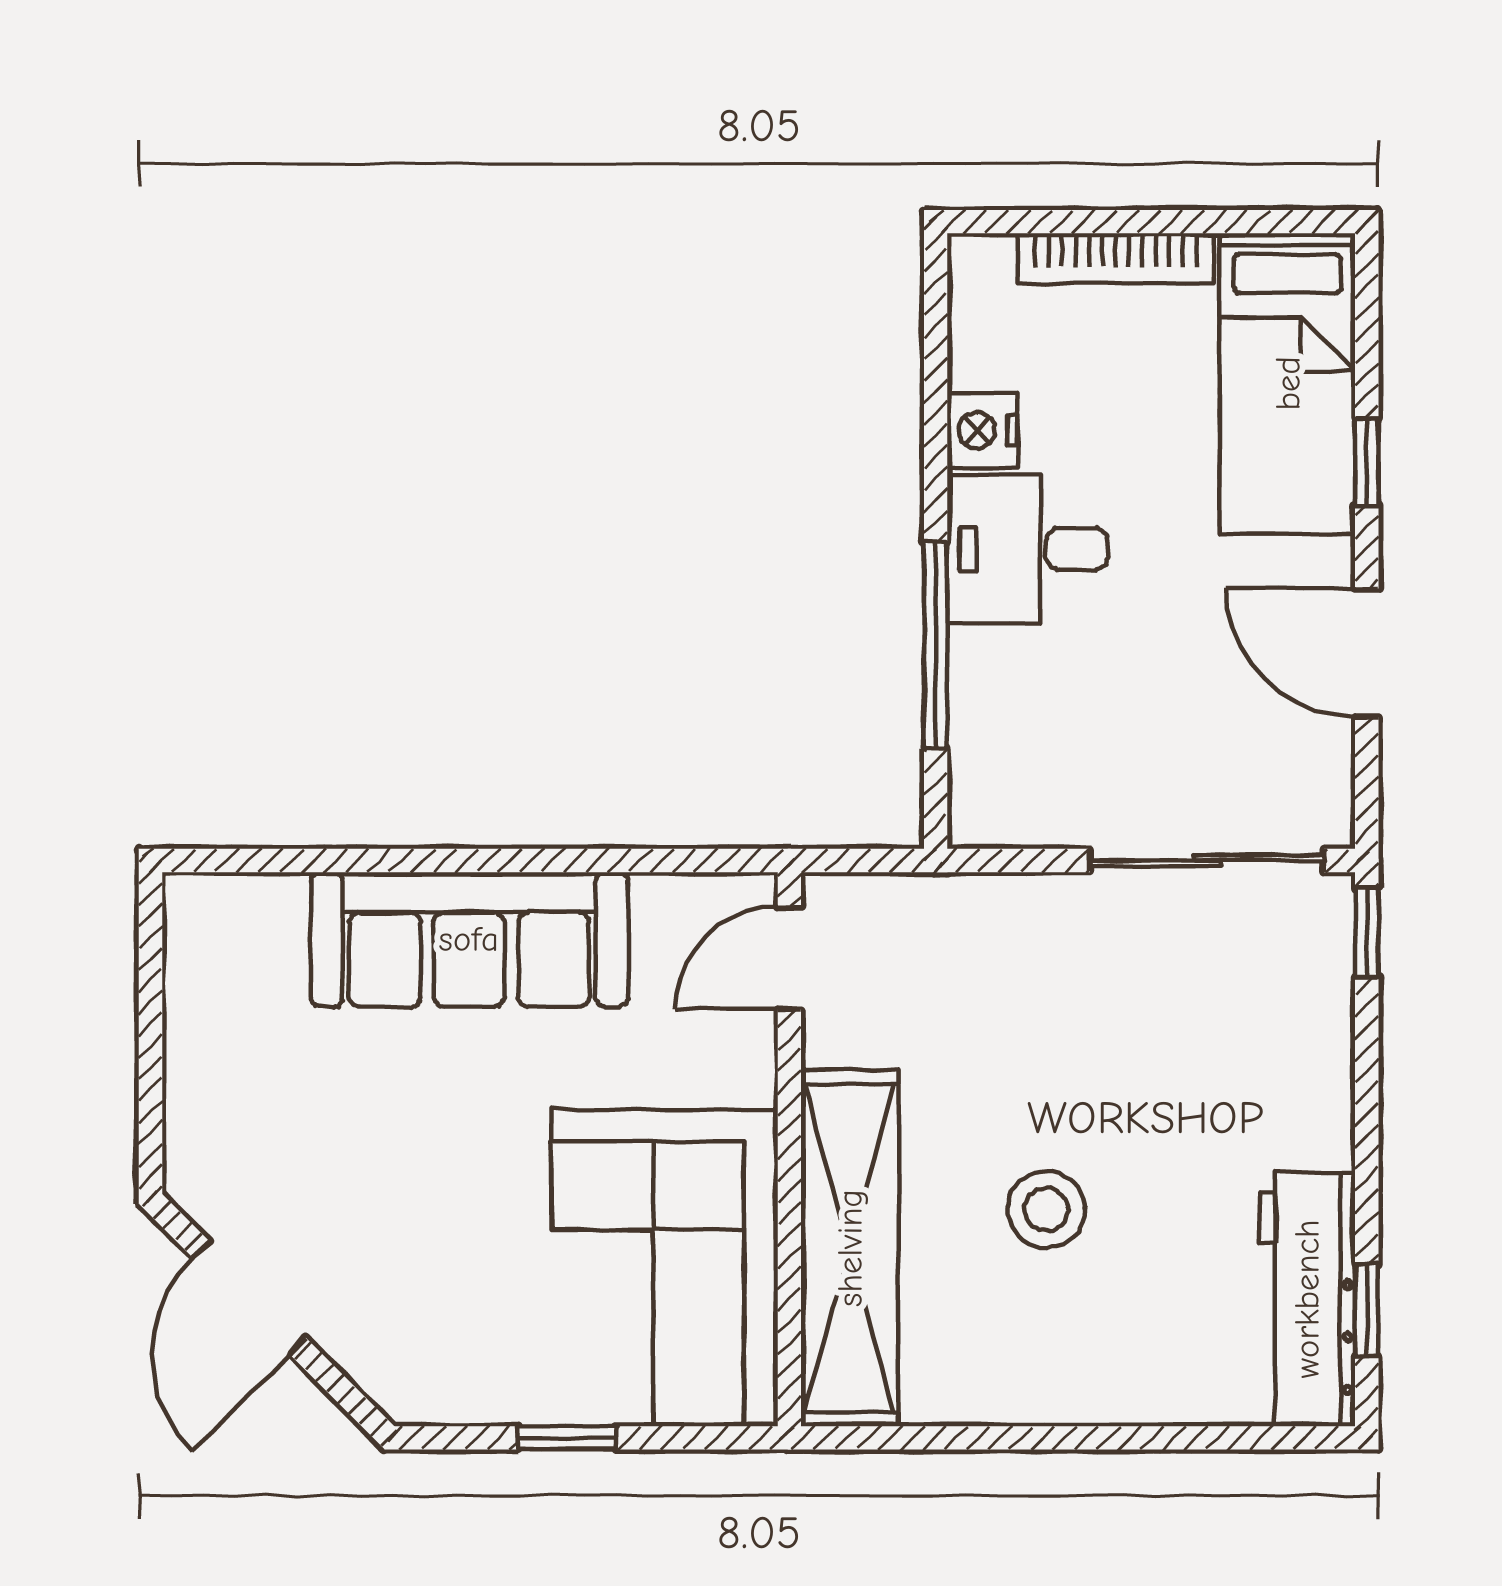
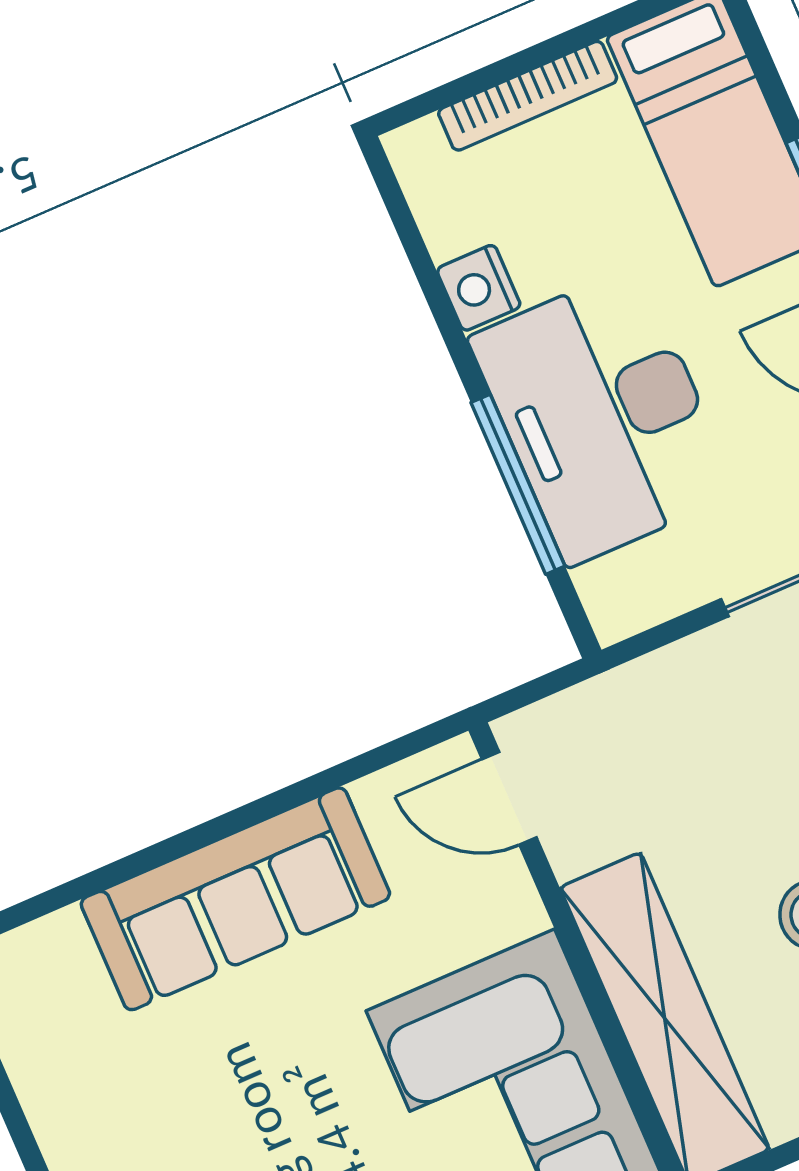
desk: (1027, 549) -> (603, 416), width x1.87, depth x1.30
door: (789, 958) -> (509, 798), hinge flipped

